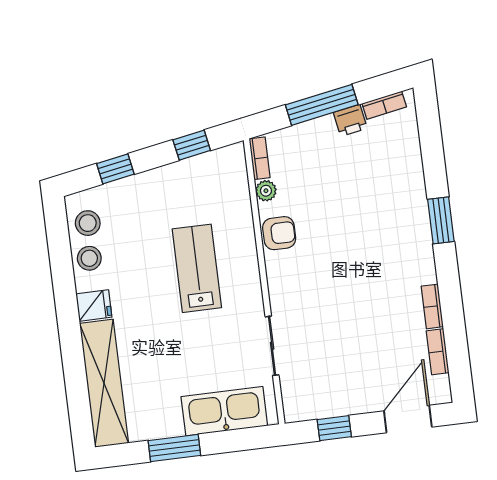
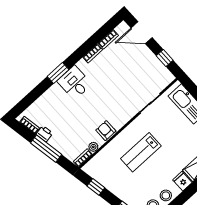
desk: (403, 237) -> (74, 83), added

